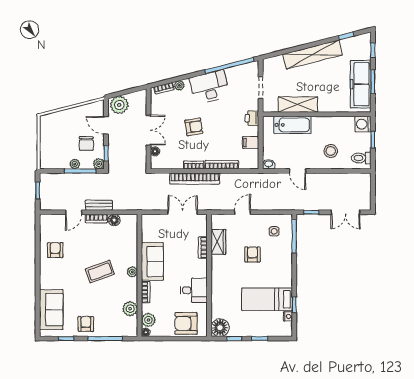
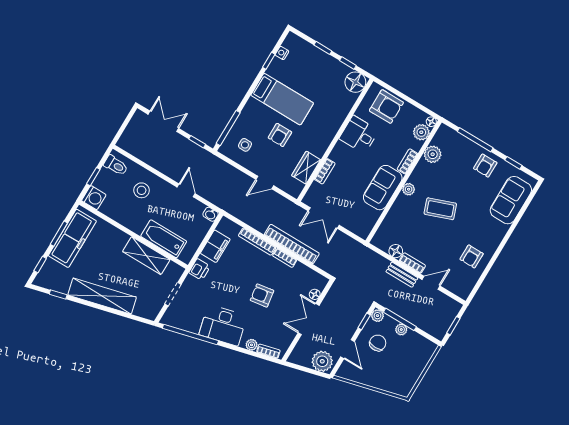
filing cabinet: (251, 142) -> (215, 246), width x2.00
bed: (267, 299) -> (282, 99), moved

